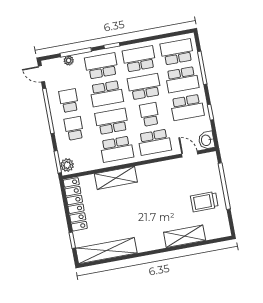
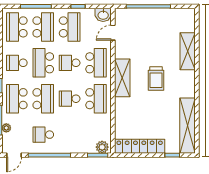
school desk: (139, 59) -> (17, 63), width x0.54
school desk: (112, 121) -> (70, 99), width x0.54
school desk: (74, 128) -> (70, 135), removed
shelving: (116, 178) -> (122, 78), moved
trolley: (204, 202) -> (156, 79), moved

